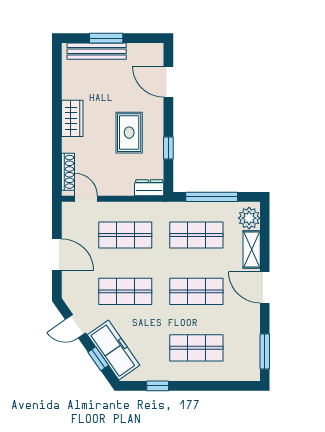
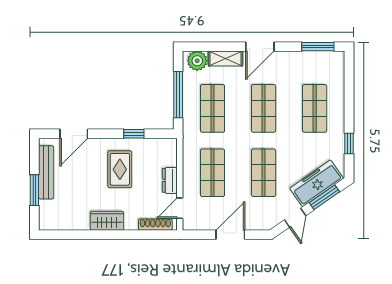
bench: (97, 51) -> (46, 172), moved
rug: (129, 133) -> (120, 169), turned 90
dresser: (149, 188) -> (170, 180), moved
window: (98, 359) -> (324, 197), width x1.50

